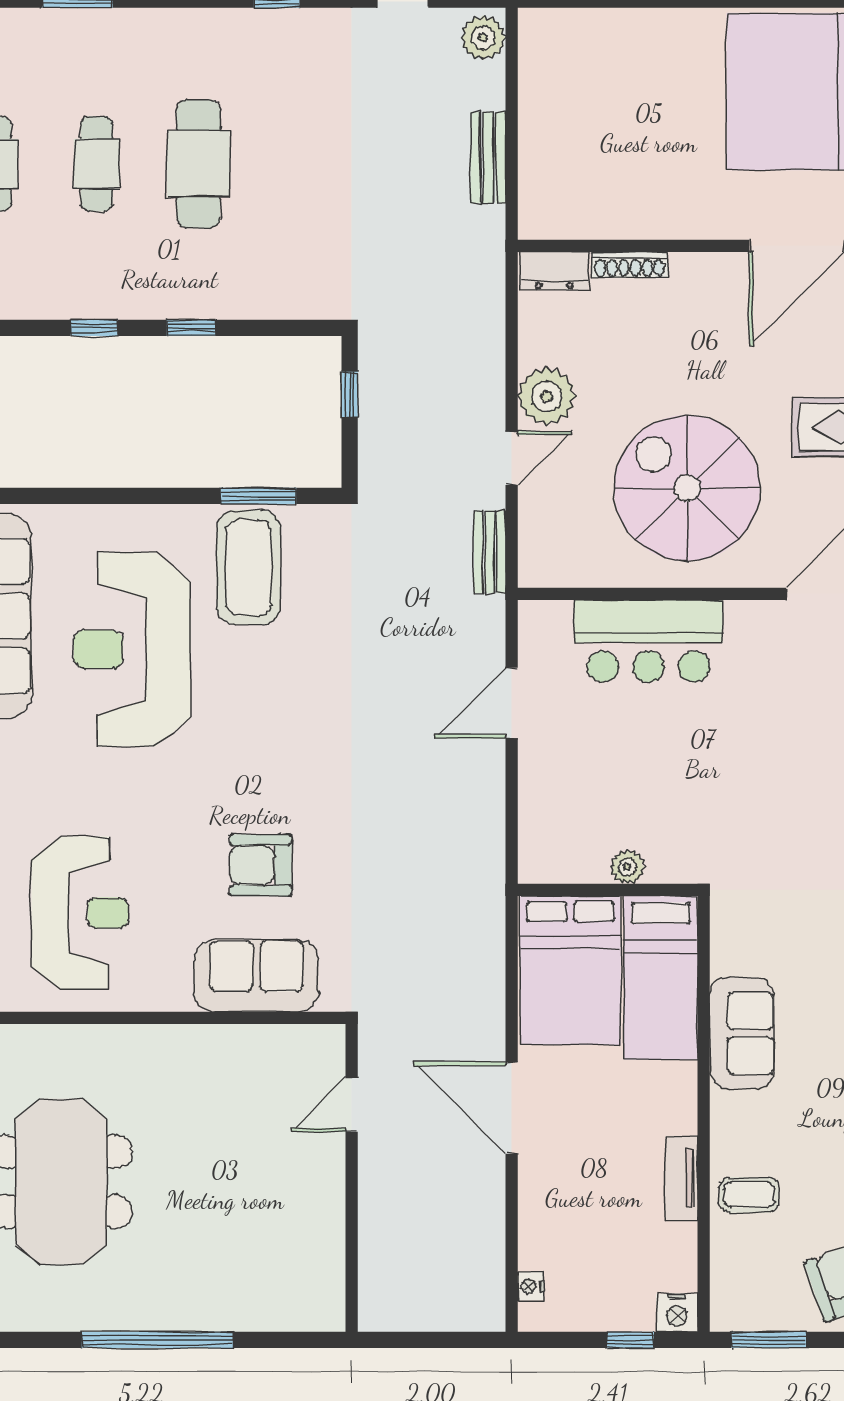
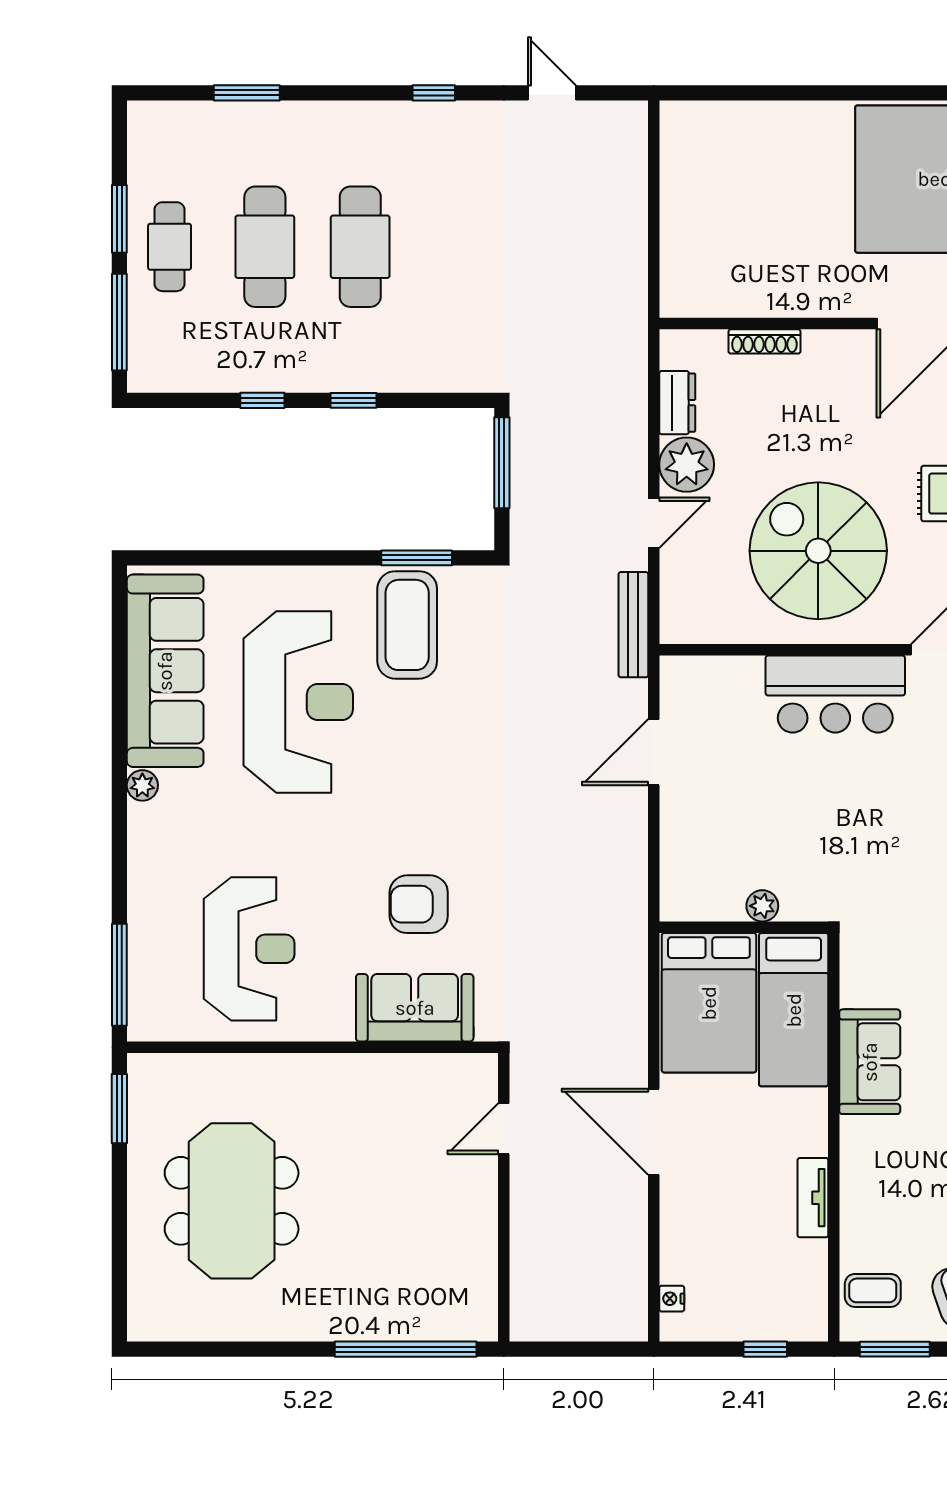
plant: (483, 38) -> (627, 128), removed
bench: (488, 157) -> (632, 241), removed
cafe table: (97, 164) -> (265, 247), width x1.37, depth x1.35
dresser: (554, 271) -> (677, 403), moved, turned -90
window: (350, 394) -> (502, 463), width x2.17
bench: (490, 552) -> (633, 625), width x1.36
bar counter: (648, 641) -> (835, 694), moved
reception desk: (132, 649) -> (298, 702), turned 180
coffee table: (749, 1195) -> (873, 1290), moved
nightstand: (677, 1313) -> (809, 1324), removed
window: (158, 1340) -> (406, 1349), moved

